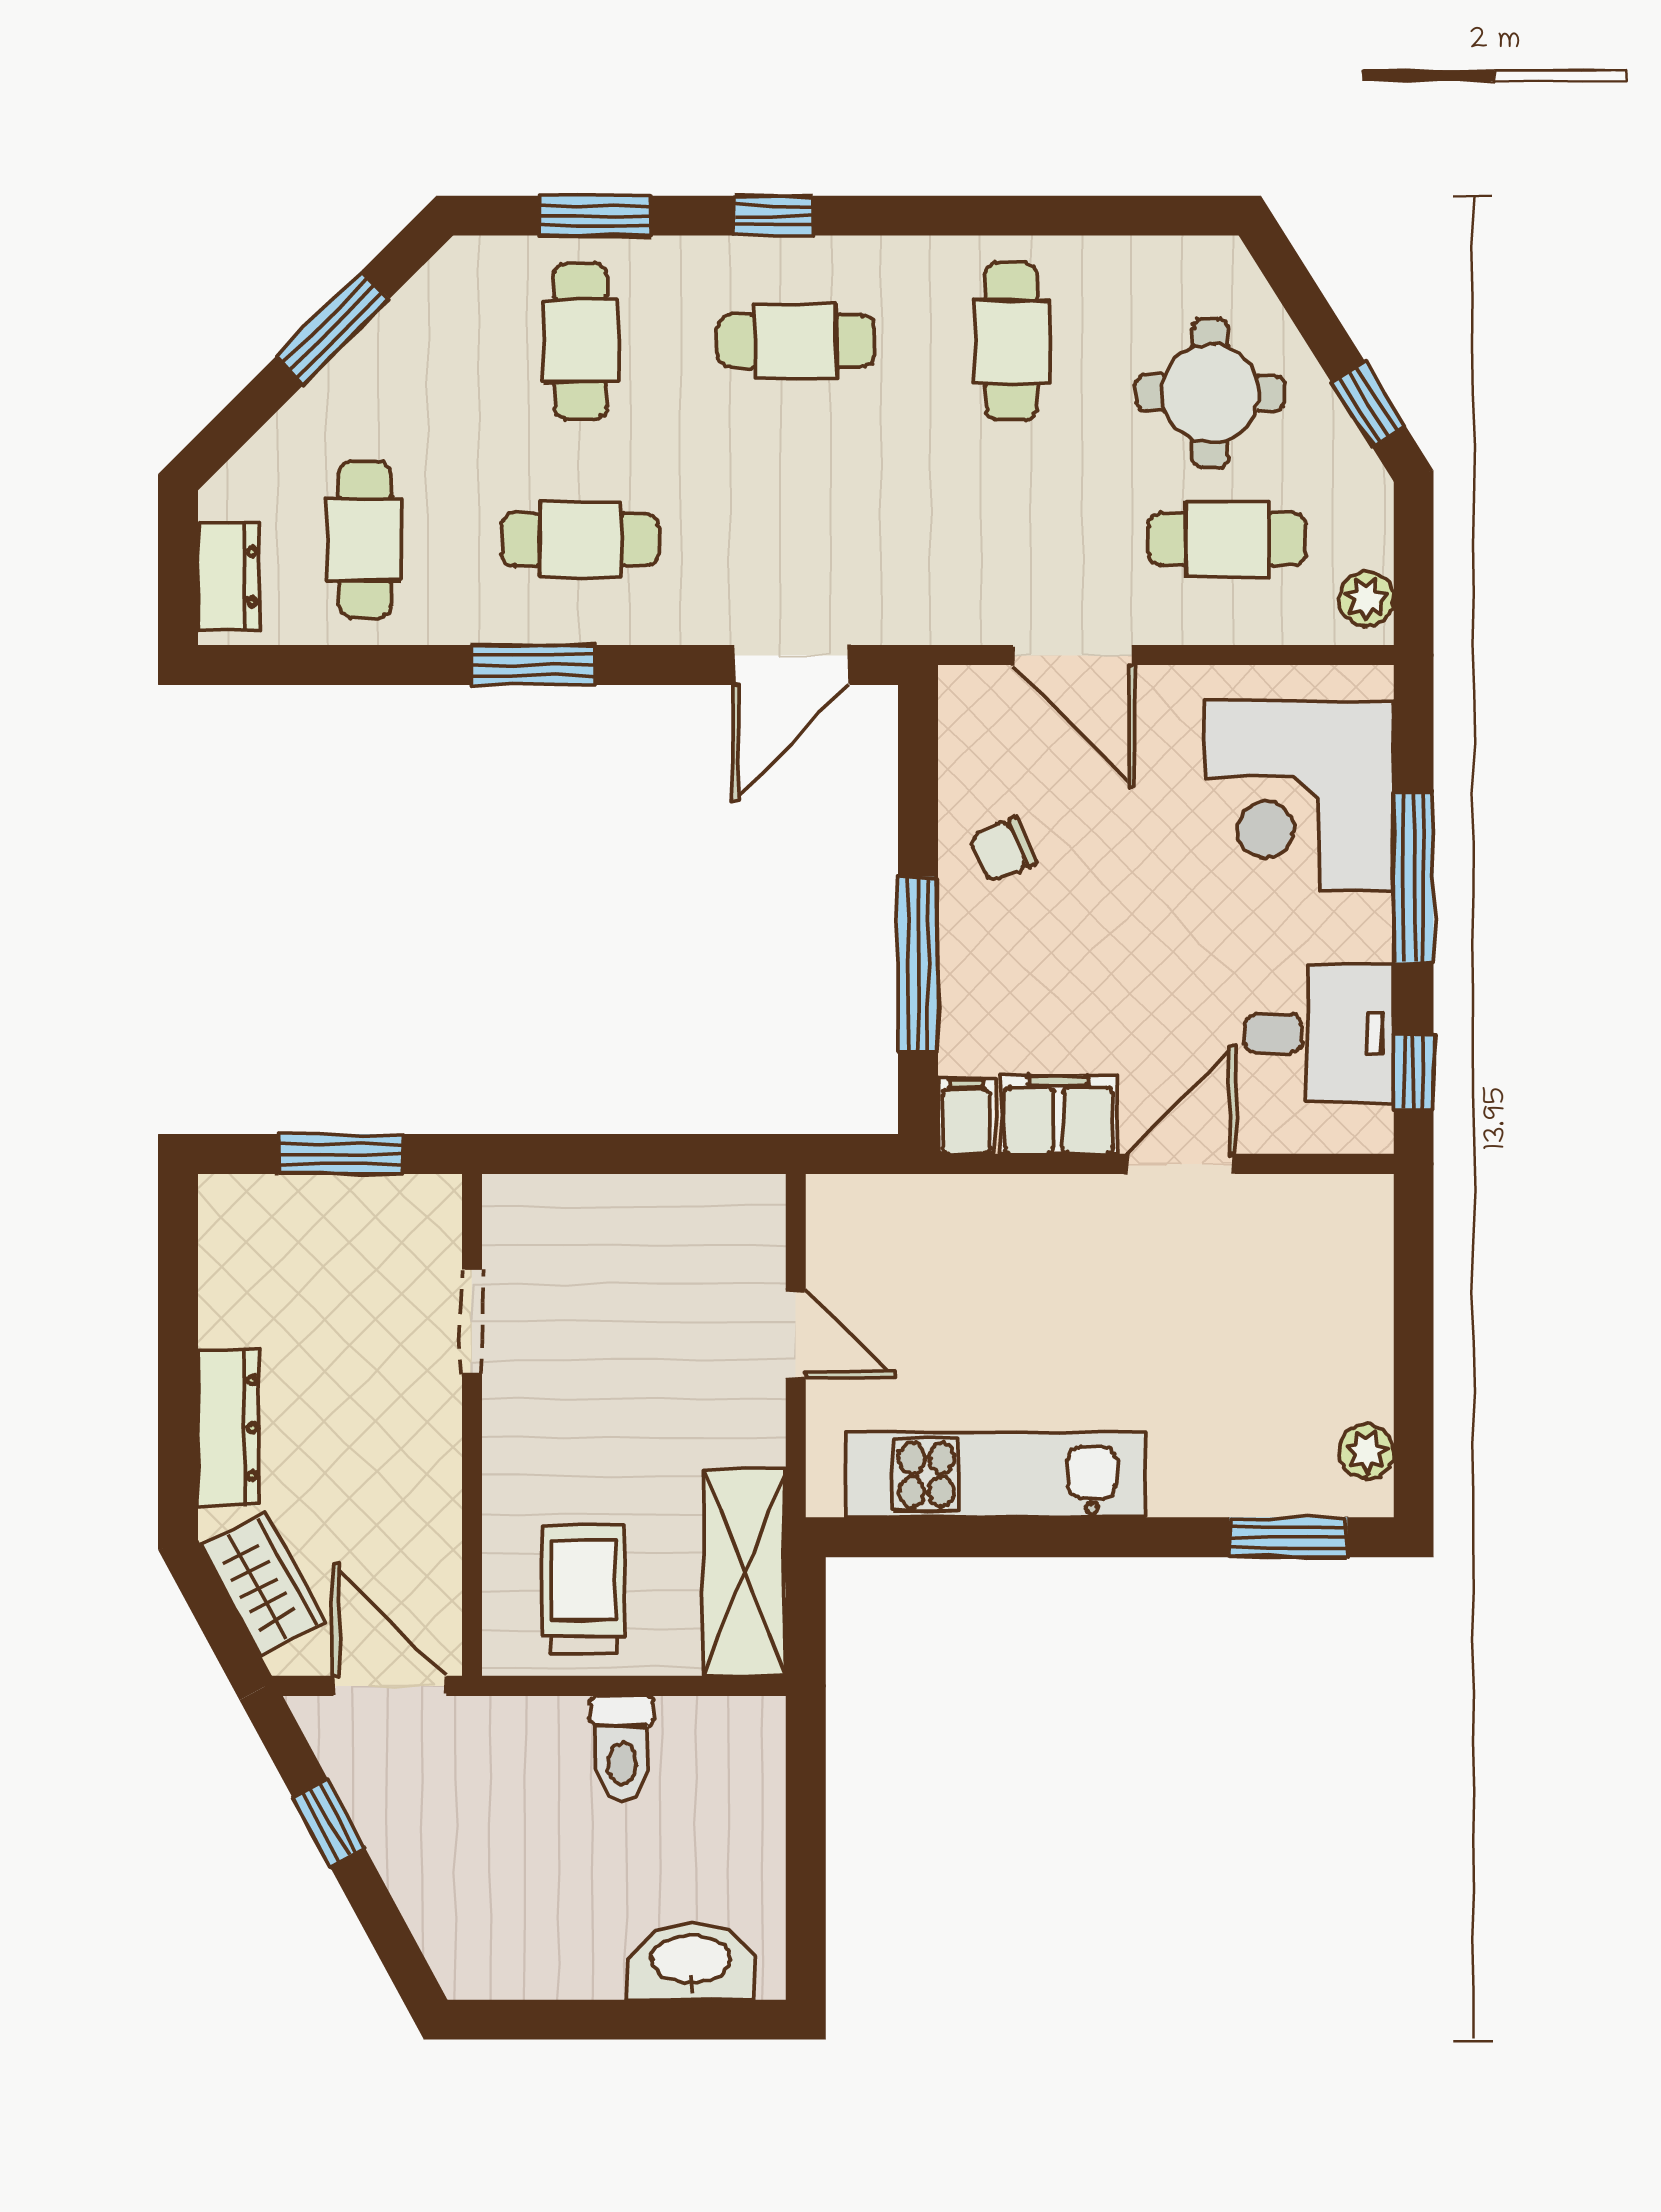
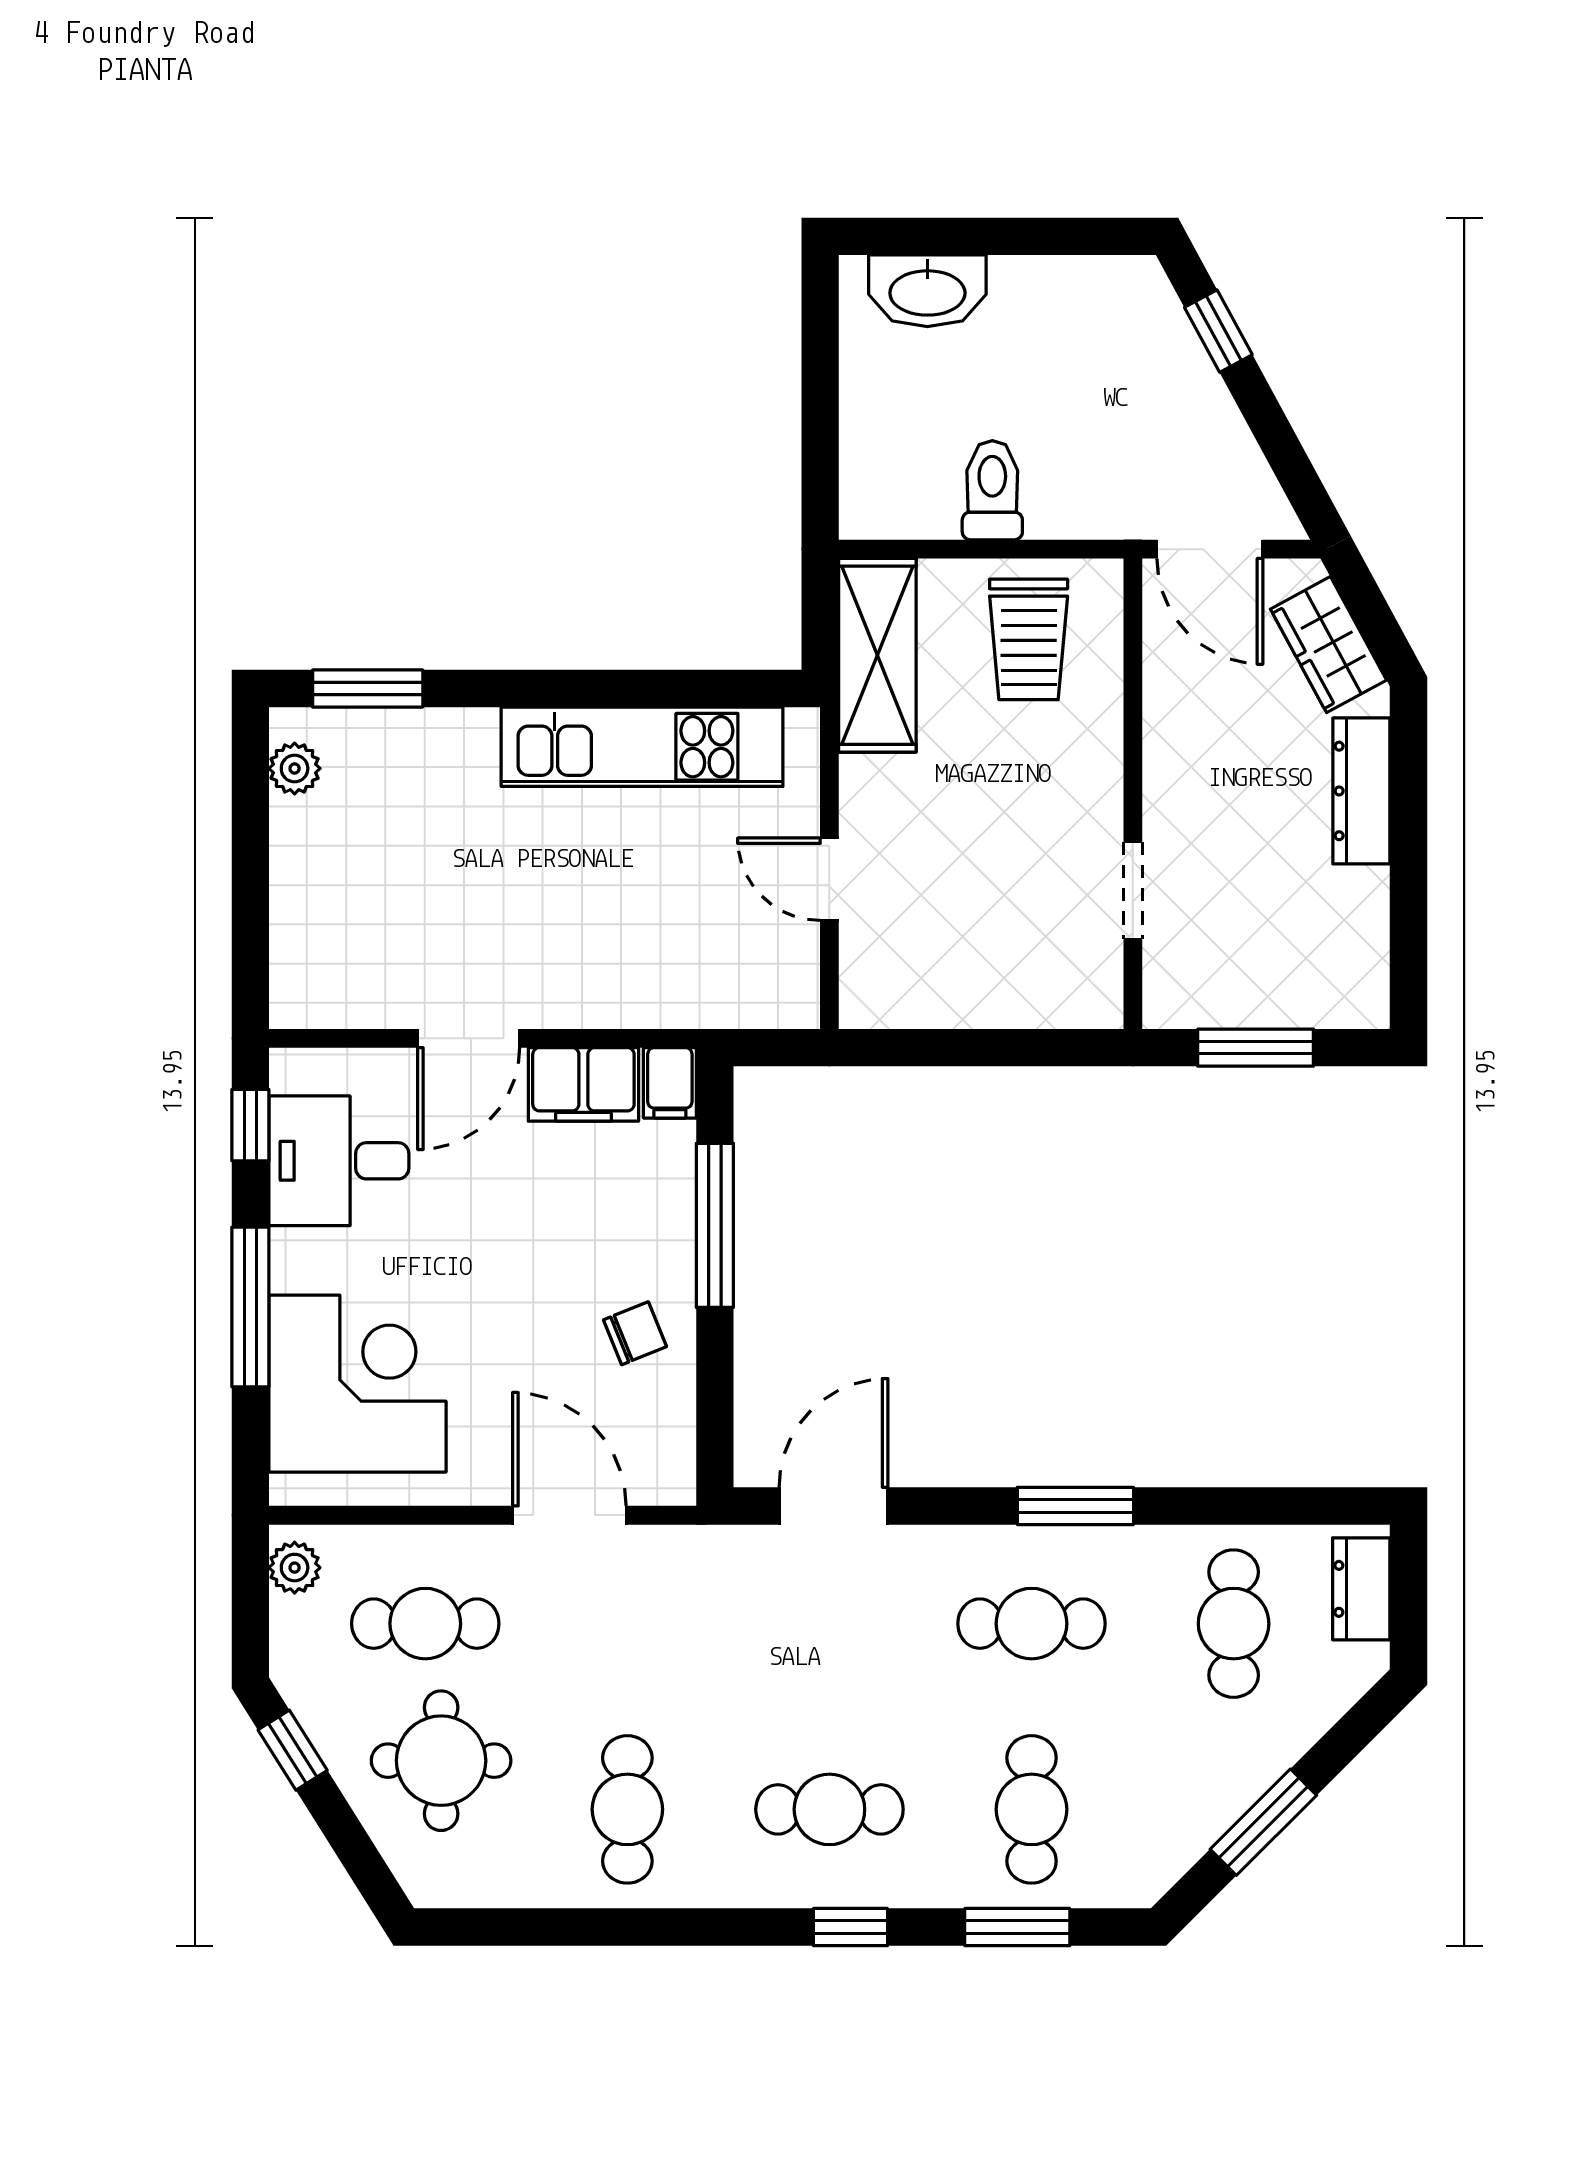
window: (329, 1822) -> (1218, 331), moved

